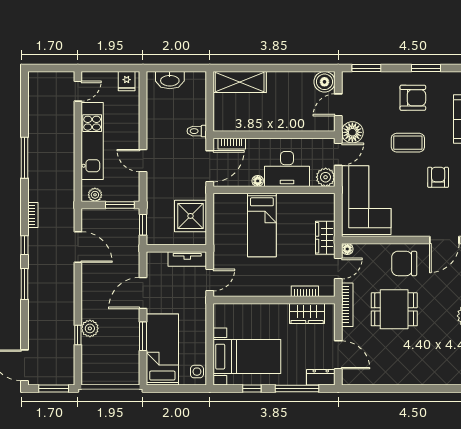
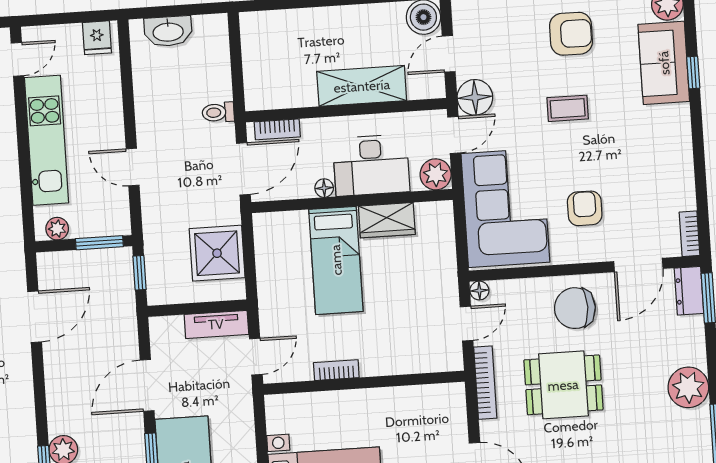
shelving: (240, 82) -> (362, 86), moved
coffee table: (408, 143) -> (568, 108), width x0.73, depth x0.77
armchair: (438, 177) -> (585, 208), moved
wardrobe: (325, 238) -> (387, 220), moved, turned -90
door: (78, 247) -> (35, 317), hinge flipped
bookcase: (305, 291) -> (336, 370), moved
wardrobe: (307, 313) -> (420, 401), removed

